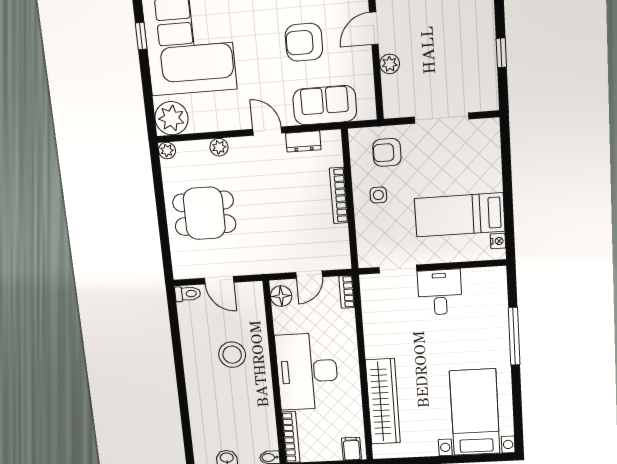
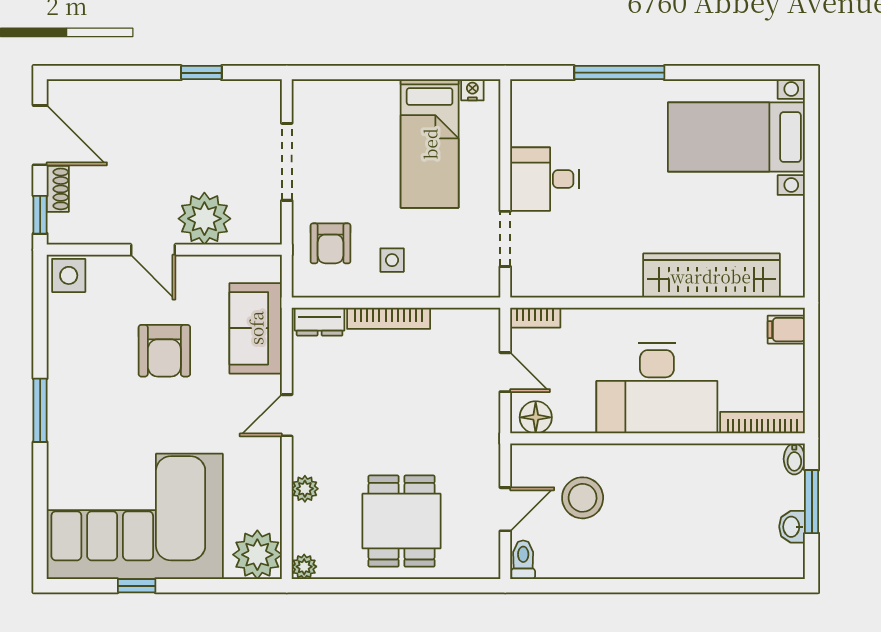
plant: (390, 64) -> (204, 219), width x1.87, depth x1.87
dresser: (303, 142) -> (320, 322), moved, turned 90
stool: (232, 355) -> (583, 498), moved

